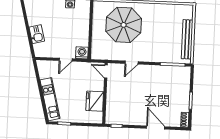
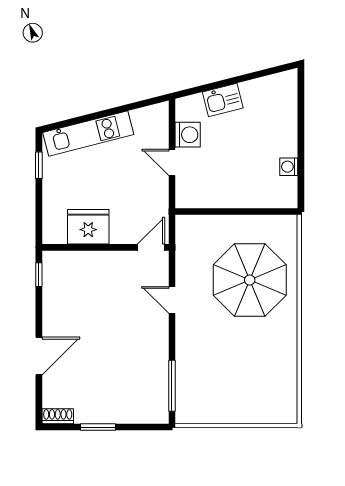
bench: (187, 39) -> (225, 414), removed
washing machine: (82, 53) -> (188, 135), moved

